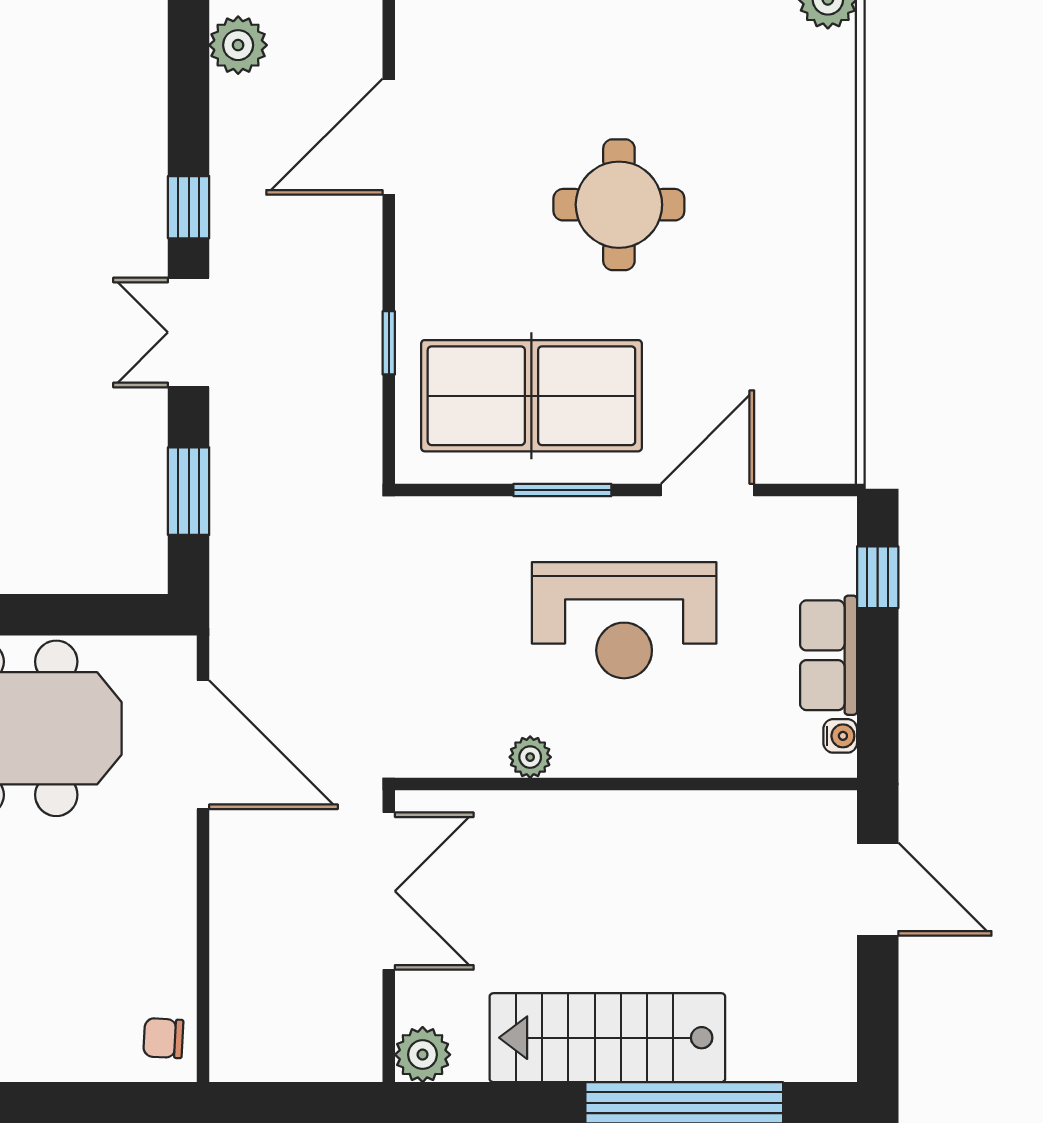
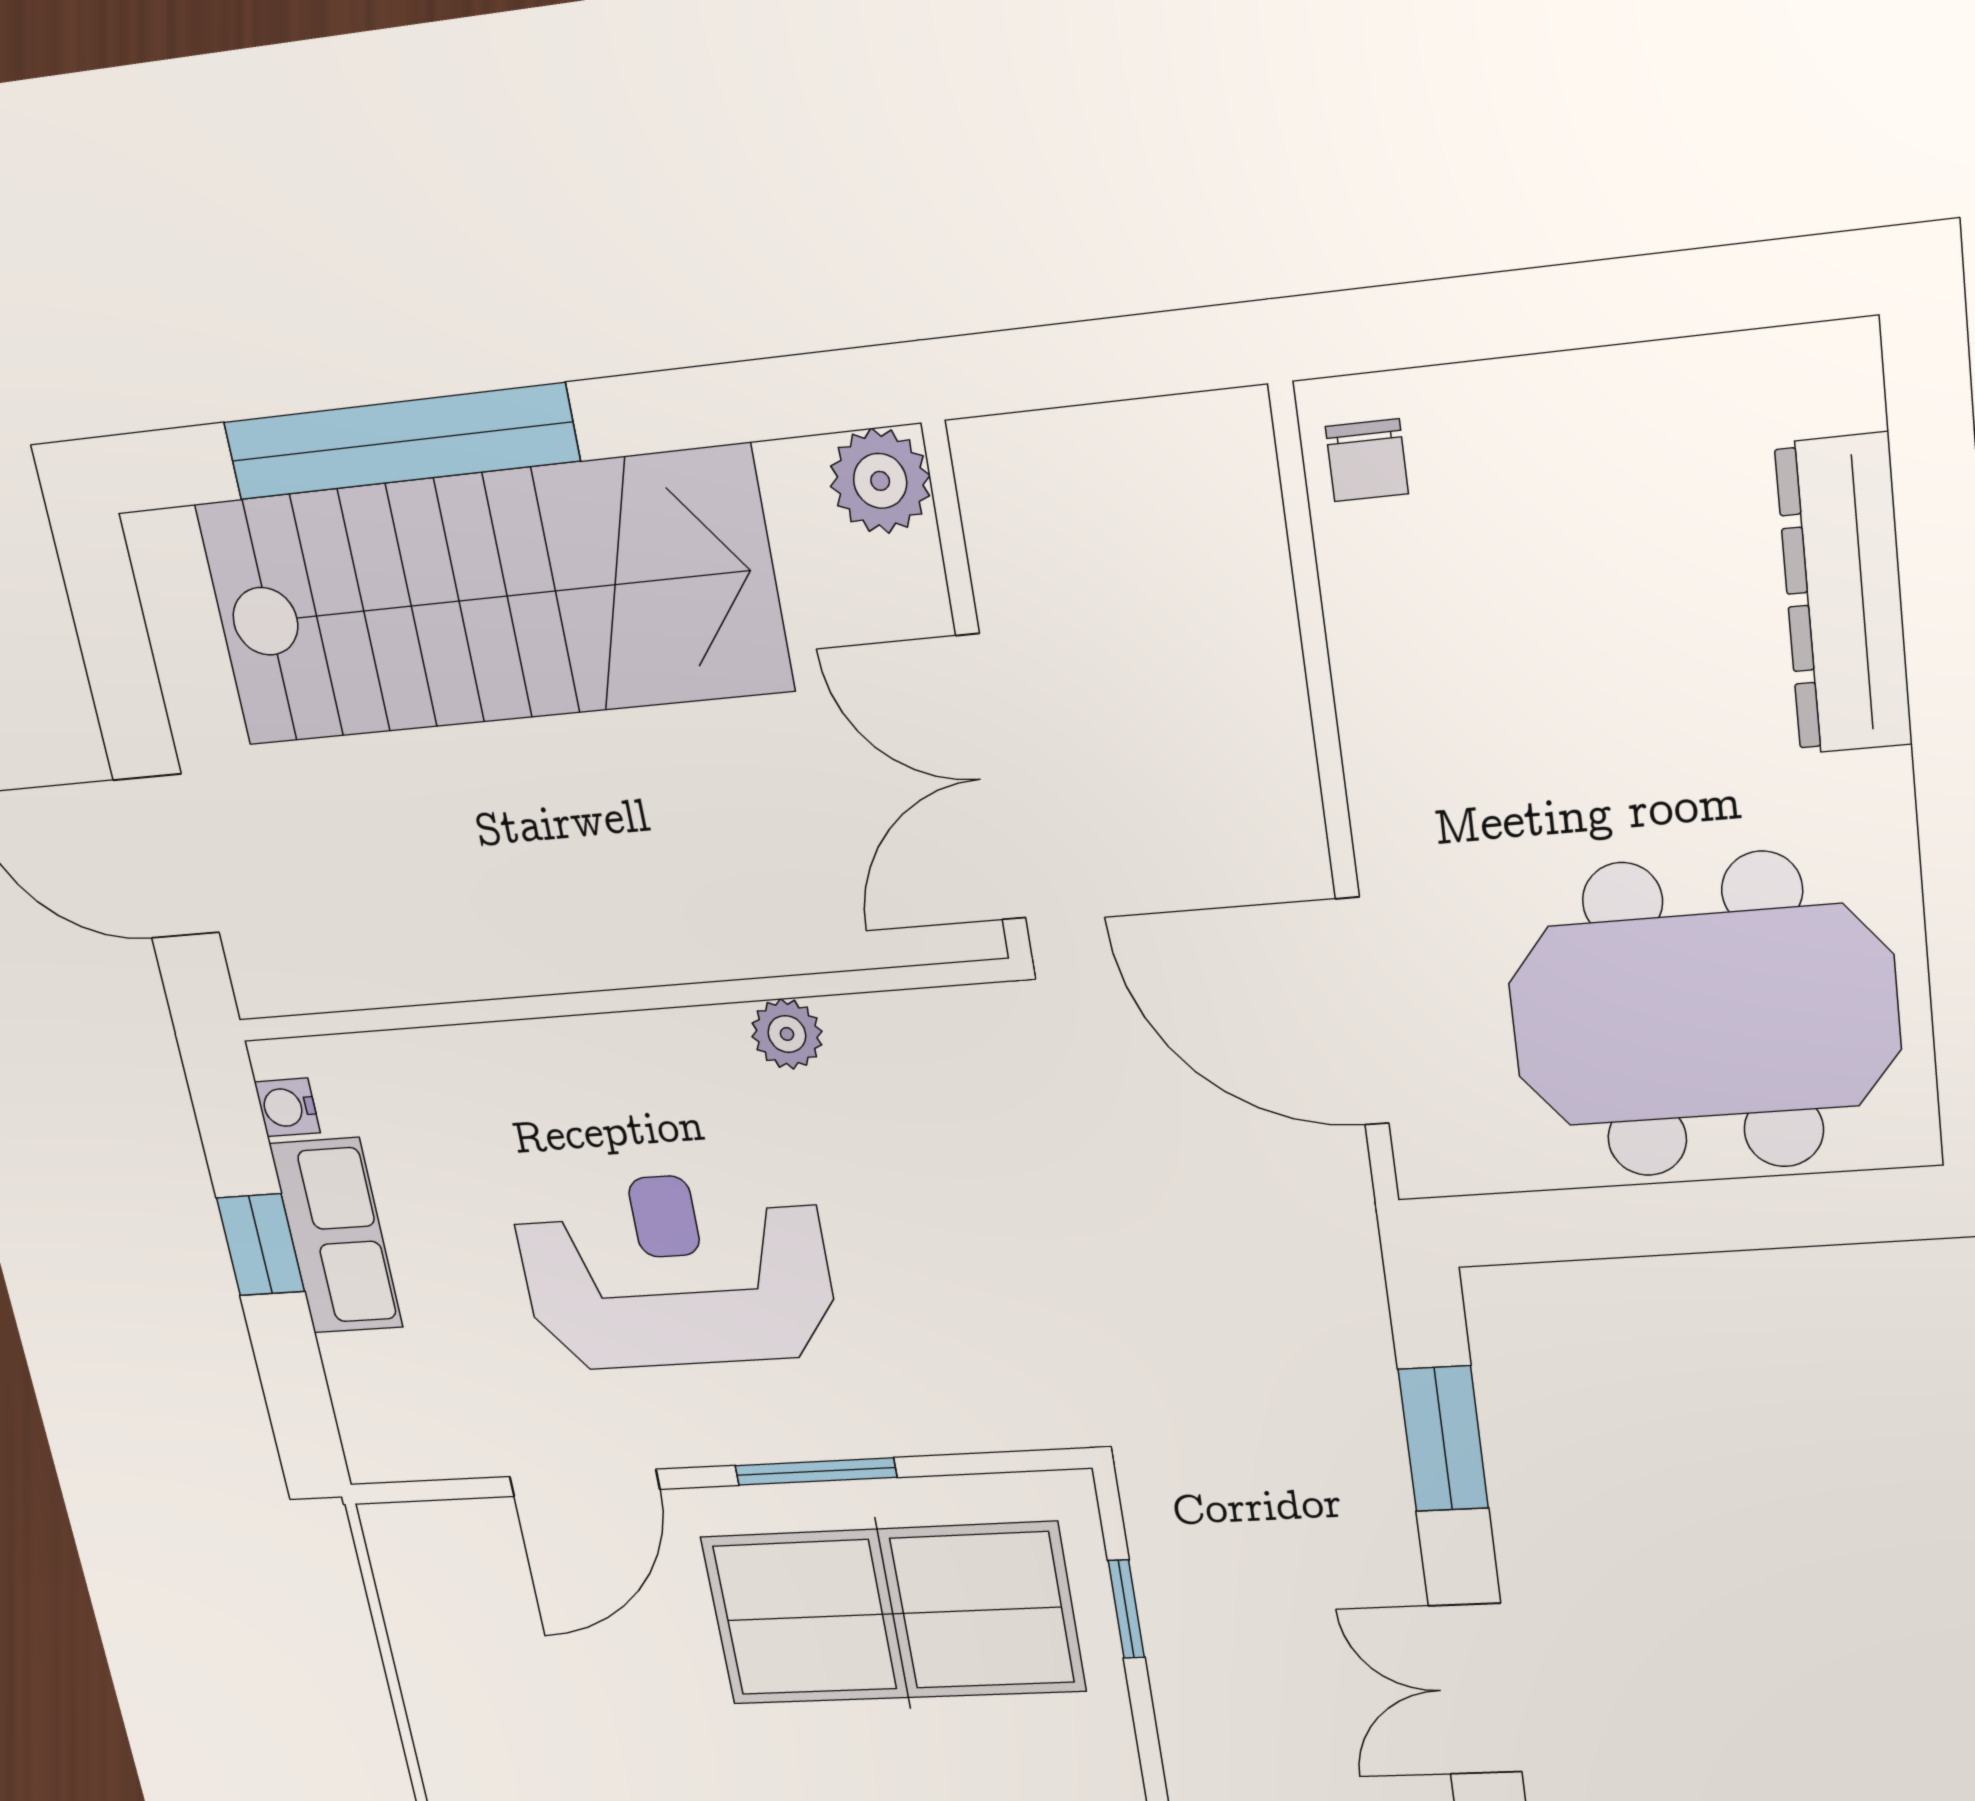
double door: (189, 332) -> (1475, 1689), swing flipped
window: (389, 343) -> (1126, 1609), moved
window: (878, 577) -> (261, 1245), moved
chair: (163, 1038) -> (1367, 460), turned 87
stairs: (607, 1038) -> (493, 597), width x1.36, depth x1.51

